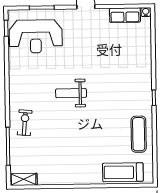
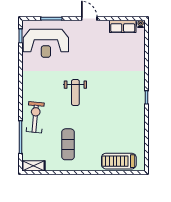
weight bench: (71, 93) -> (75, 93), turned -90
exercise bike: (25, 123) -> (35, 117), width x1.38, depth x1.39
exercise mat: (139, 134) -> (68, 144), moved

